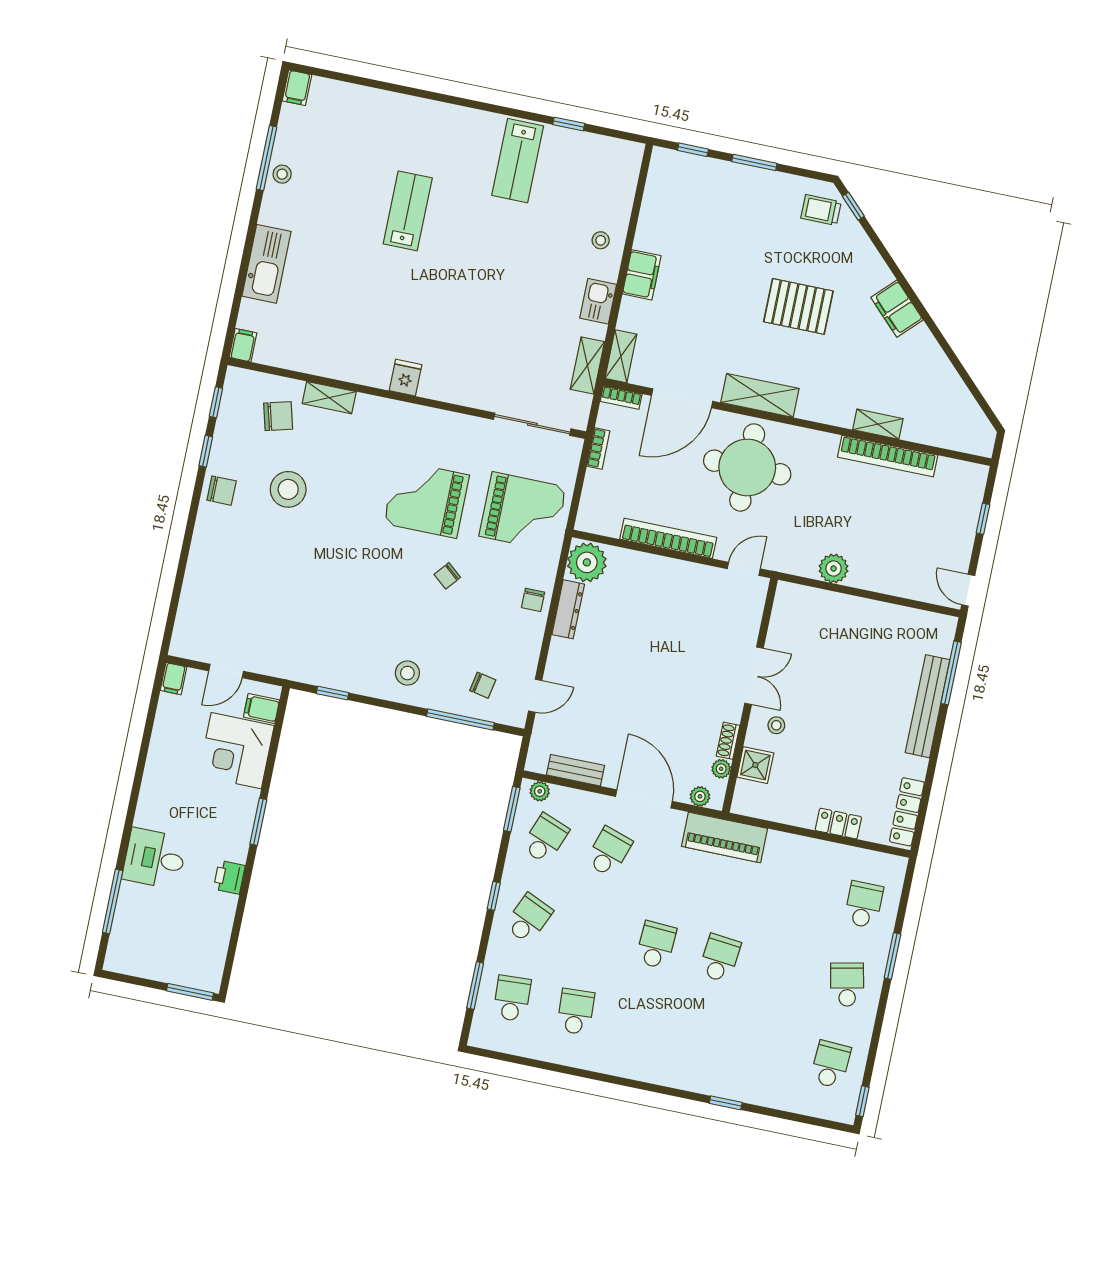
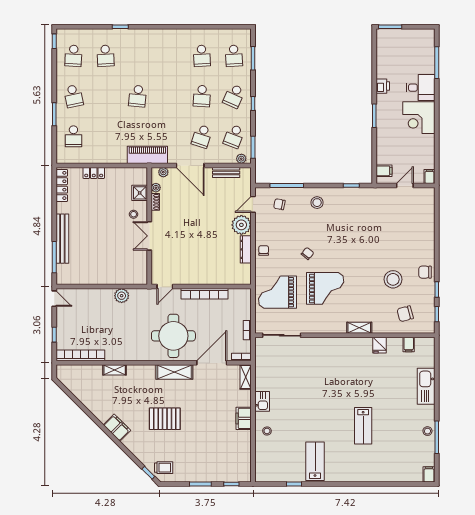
filing cabinet: (243, 345) -> (409, 345), moved
shelving: (587, 366) -> (261, 369), removed
fridge: (406, 378) -> (380, 345), moved
shelving: (329, 398) -> (359, 328), moved
bookcase: (888, 456) -> (80, 355), moved
plant: (587, 562) -> (241, 225), moved
corner desk: (236, 751) -> (419, 118), moved, turned 180
school desk: (656, 945) -> (202, 96), moved
school desk: (767, 1051) -> (106, 56), added

